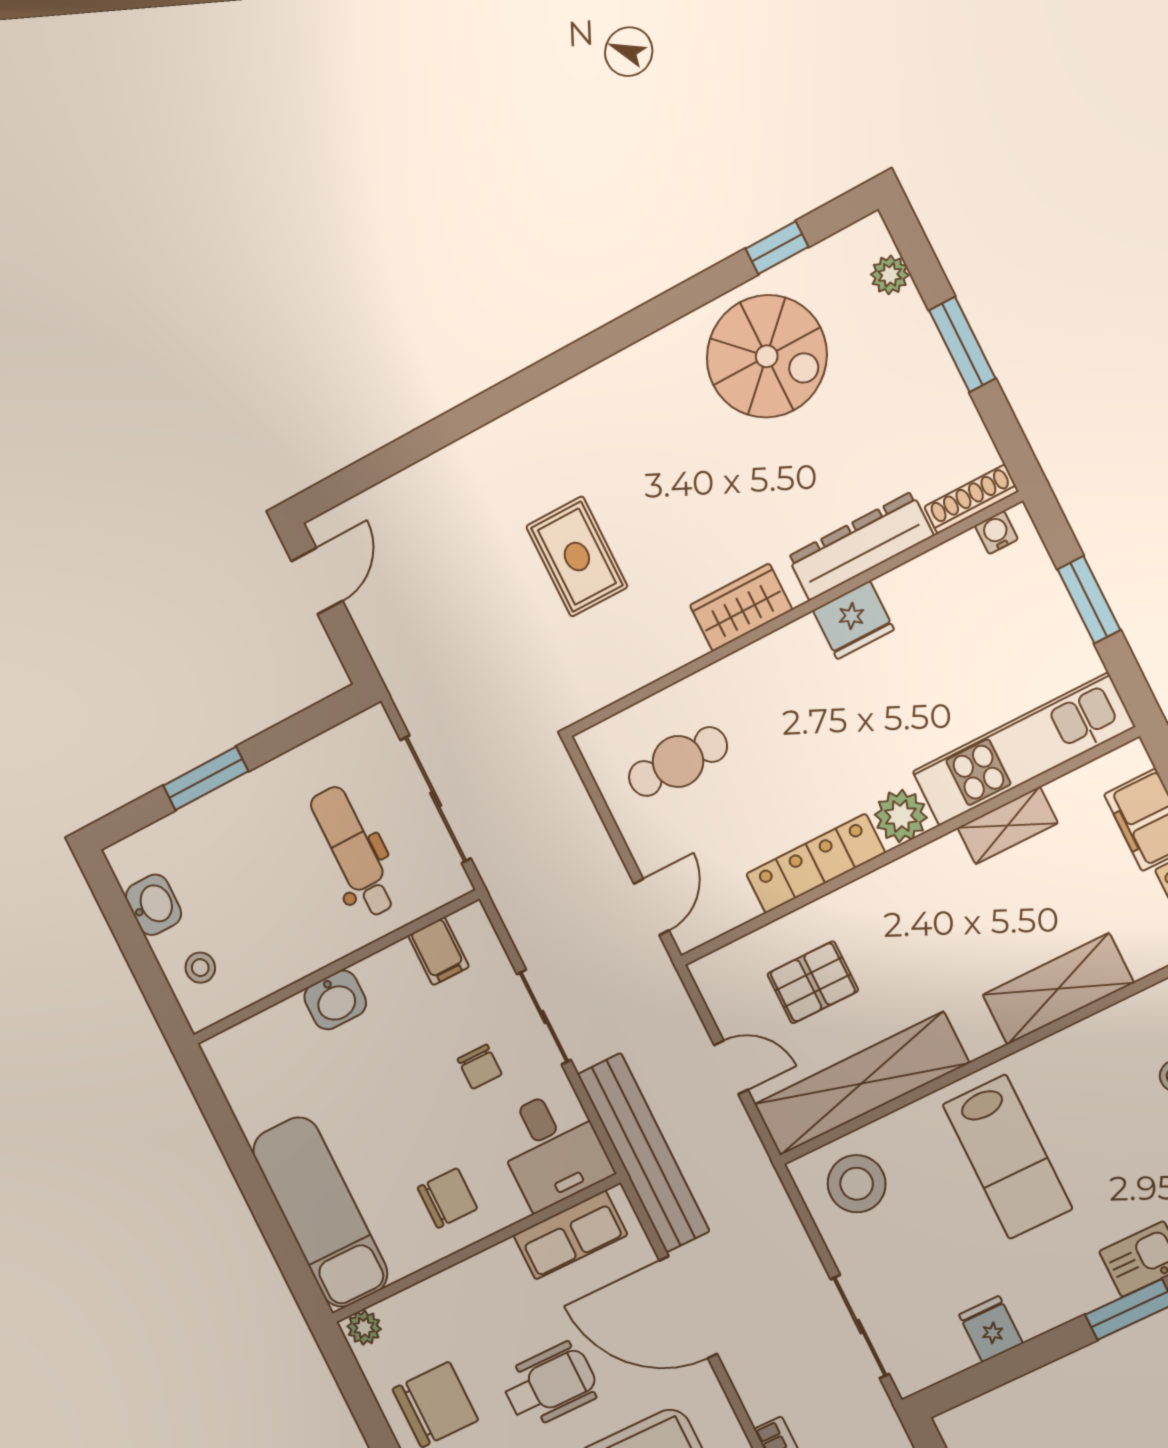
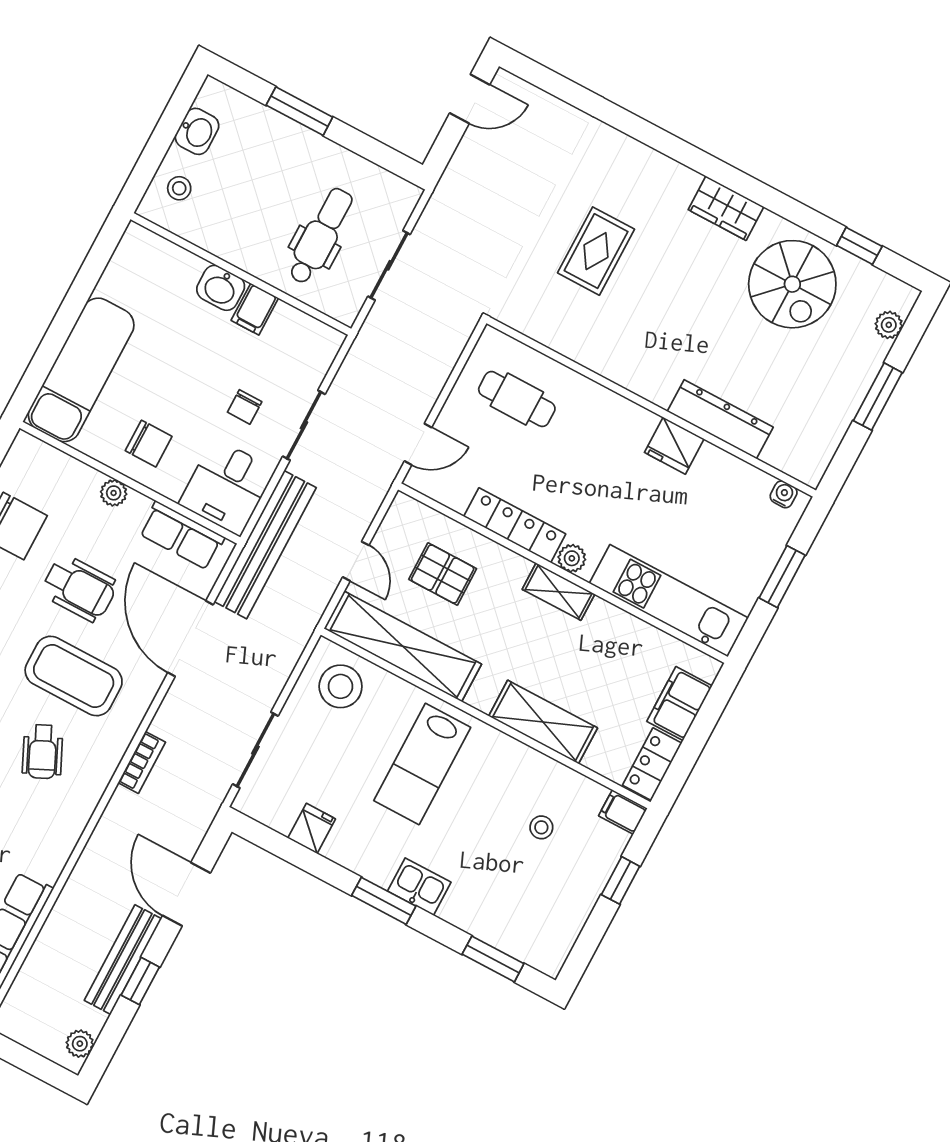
shoe rack: (971, 499) -> (793, 466), removed
wardrobe: (741, 607) -> (726, 208), moved, turned 180
sliding door: (436, 799) -> (389, 265), width x0.73
plant: (901, 816) -> (572, 558), width x0.73, depth x0.73
shelving: (1008, 825) -> (559, 592), moved
filing cabinet: (439, 951) -> (255, 309), moved
plant: (364, 1328) -> (114, 493), moved

